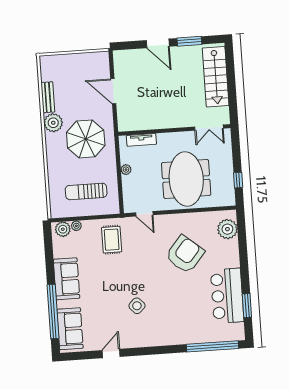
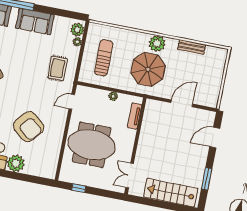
door: (158, 43) -> (215, 138), moved
plant: (53, 123) -> (157, 43), moved
plant: (227, 229) -> (16, 163), moved
rug: (112, 240) -> (57, 68), turned 90

